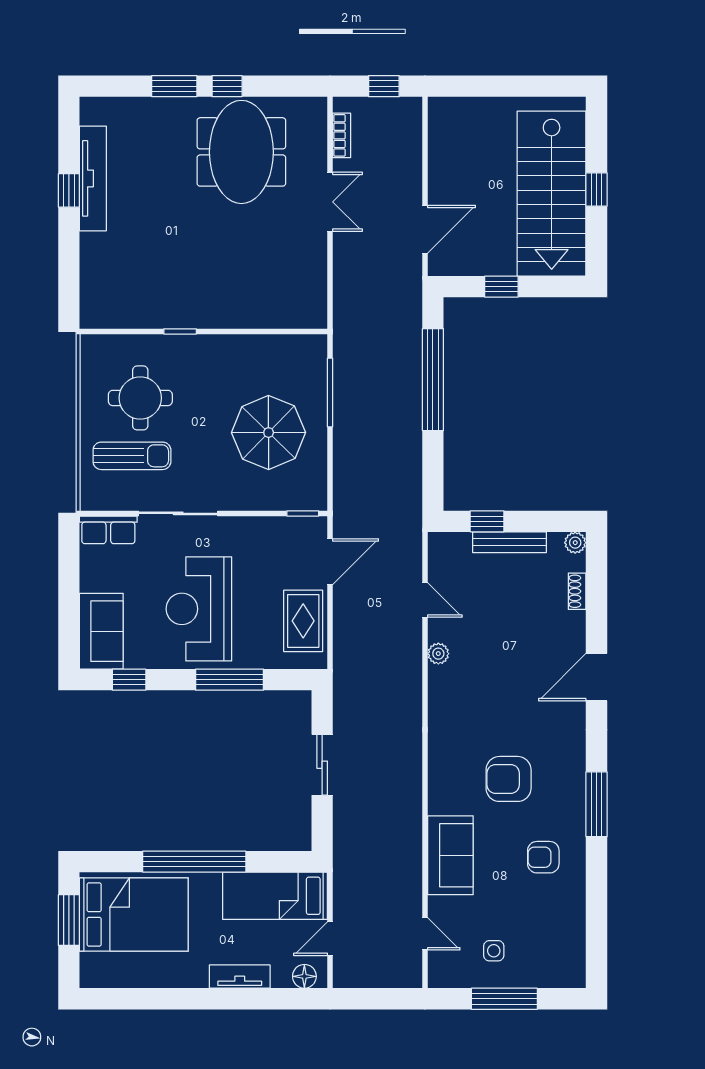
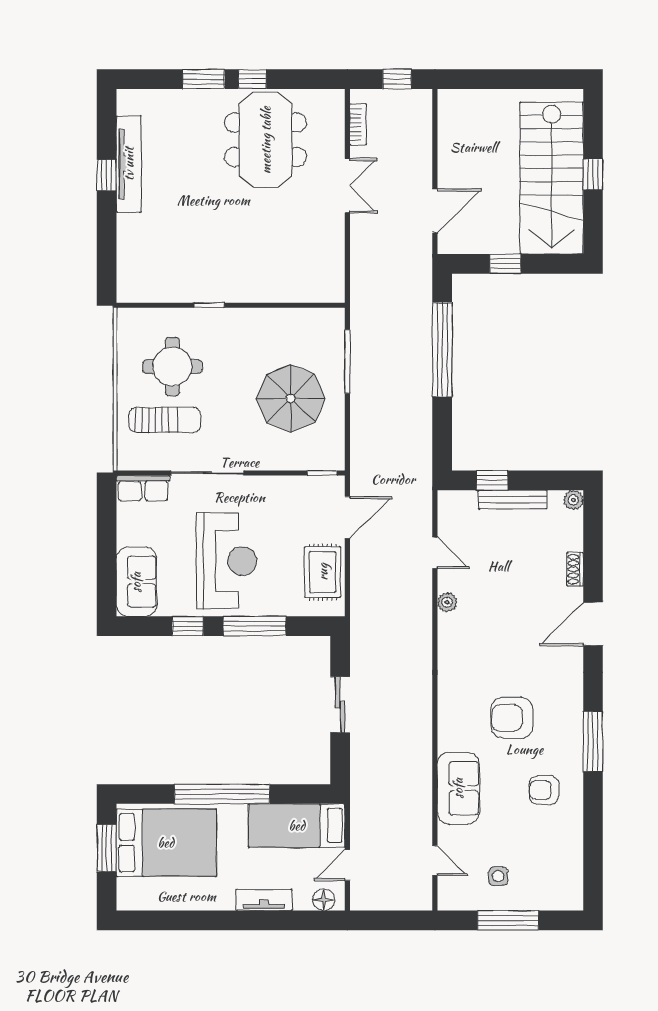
shoe rack: (577, 591) -> (575, 569), moved
reception desk: (199, 609) -> (226, 561), turned 180
window: (129, 680) -> (188, 626), moved

